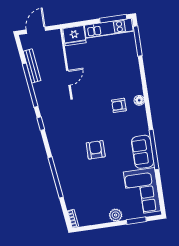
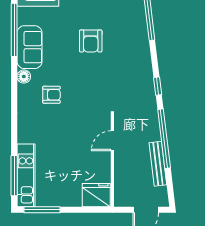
kitchen unit: (109, 28) -> (26, 175), moved, turned 90
floor lamp: (139, 100) -> (24, 77), moved
sofa: (143, 152) -> (30, 47), moved

